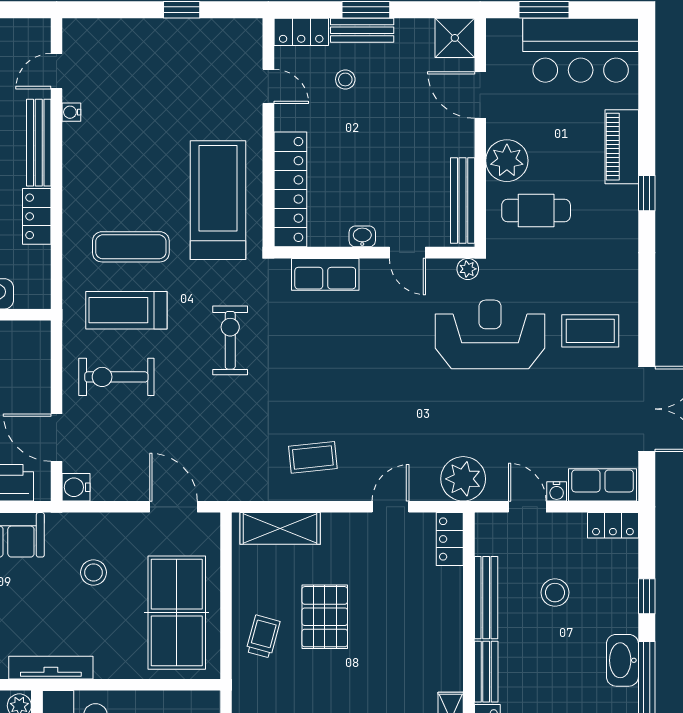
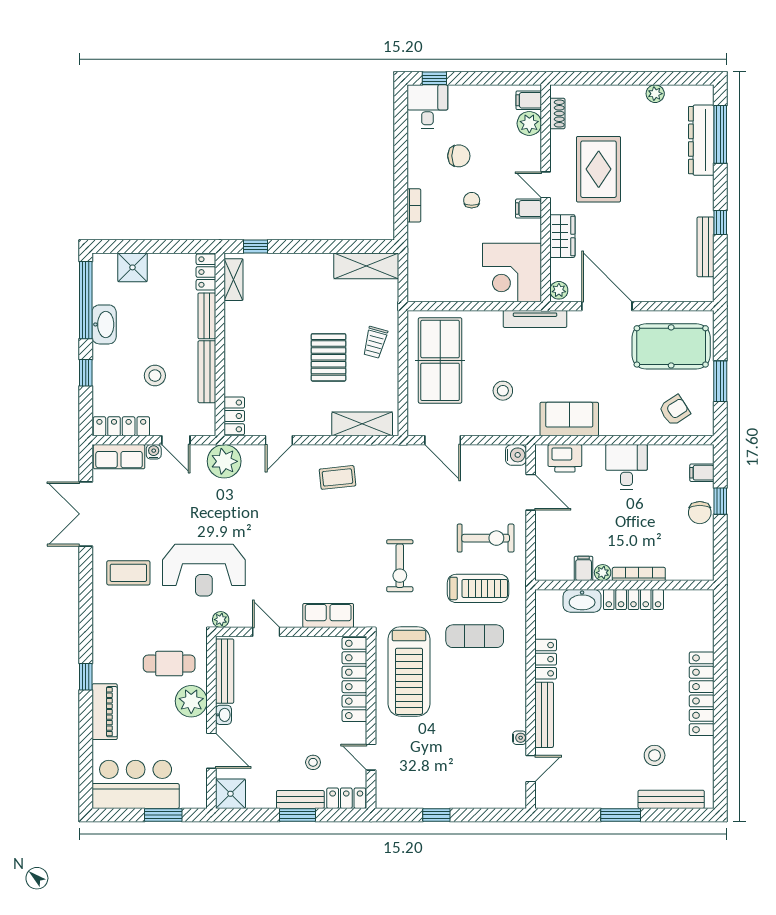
washbasin: (362, 236) -> (224, 715), moved, turned -90
locker: (613, 525) -> (121, 426), width x1.53

